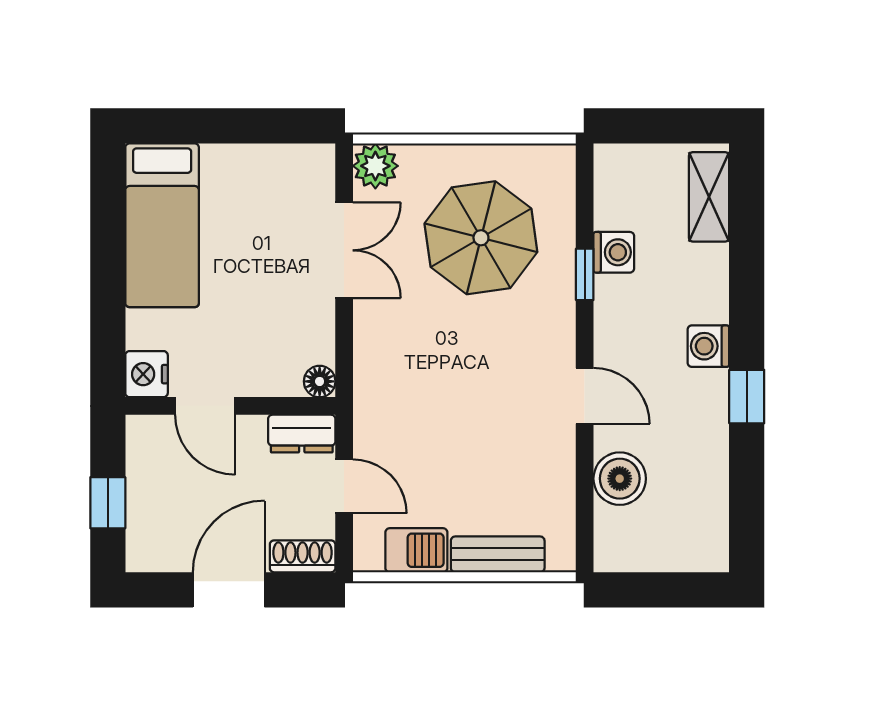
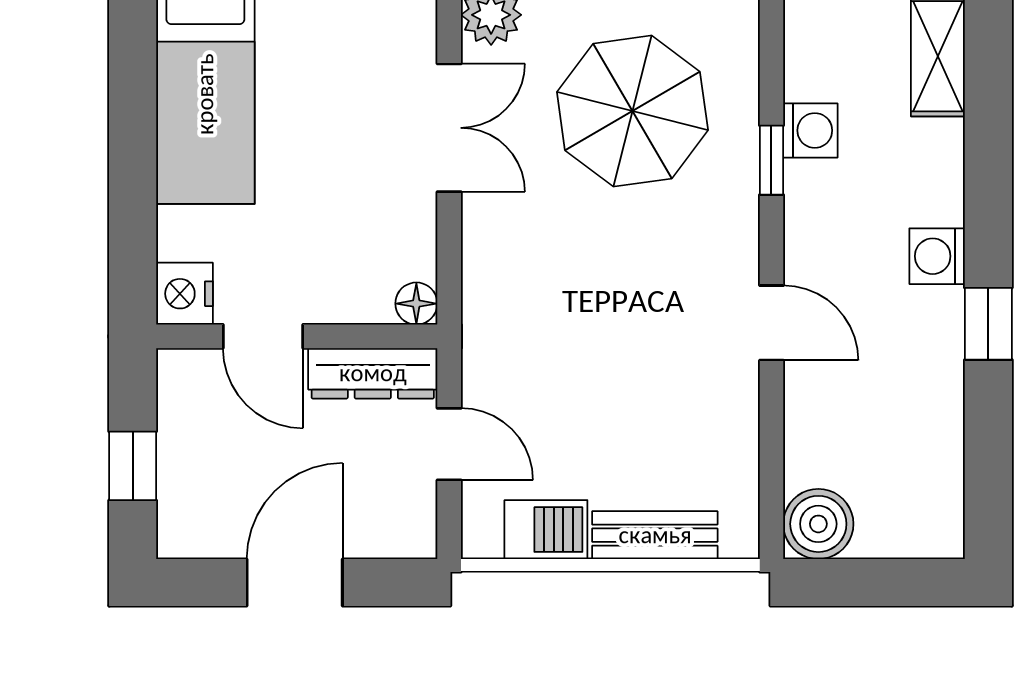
dresser: (302, 434) -> (373, 373), width x1.44
boiler: (620, 479) -> (818, 524), moved
shoe rack: (303, 556) -> (393, 538), removed

